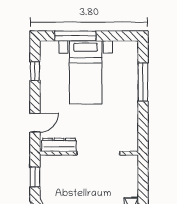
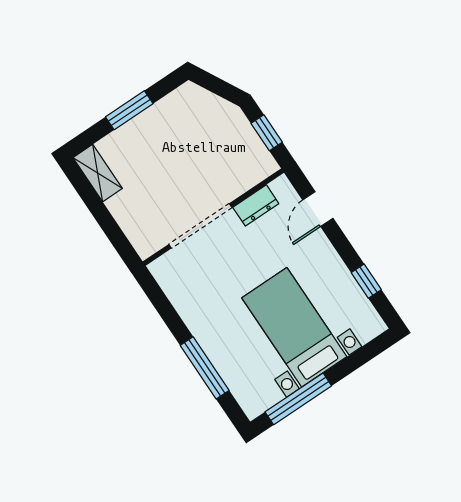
window: (75, 36) -> (298, 399), moved
dresser: (59, 145) -> (256, 205), width x0.70

